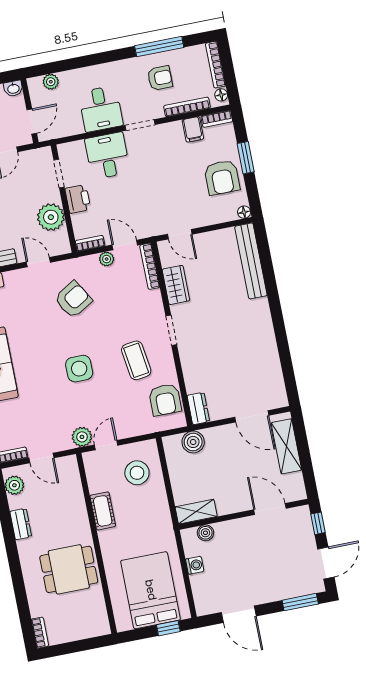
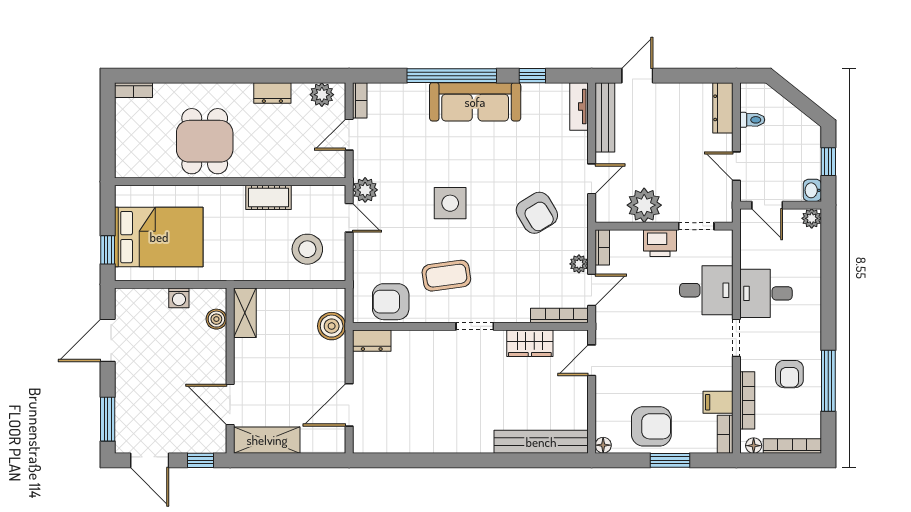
plant: (51, 82) -> (812, 218), moved
armchair: (222, 177) -> (651, 426), turned 180
shelving: (286, 446) -> (267, 440), moved
door: (270, 509) -> (230, 405), swing flipped

